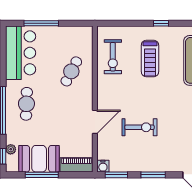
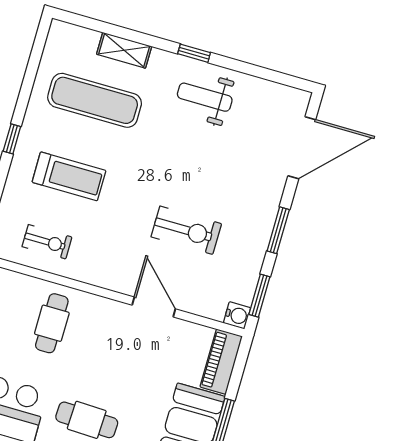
exercise bike: (113, 57) -> (47, 242), width x0.73, depth x0.72
cafe table: (71, 71) -> (52, 323), turned 63
exercise bike: (139, 127) -> (186, 230), turned 90

